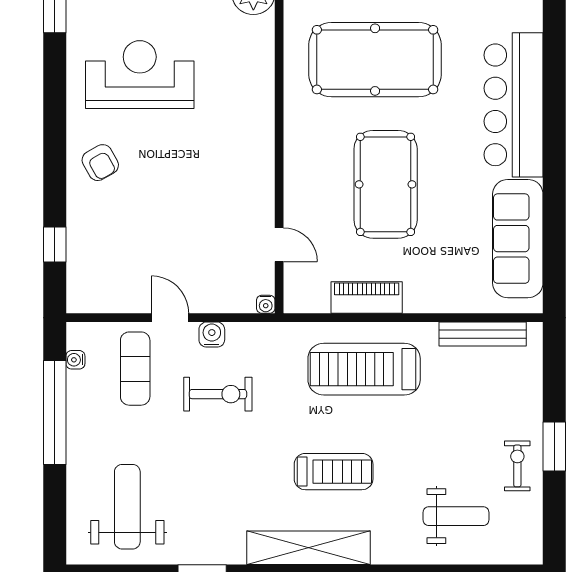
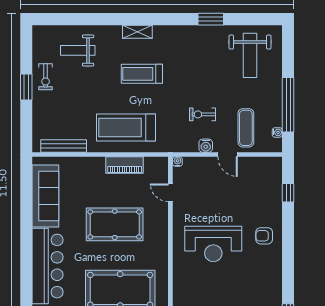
reception desk: (140, 75) -> (213, 244), moved
armchair: (100, 163) -> (264, 236), turned -61
pool table: (386, 184) -> (115, 224), turned 90
treadmill: (364, 369) -> (126, 128), turned 180
exercise bike: (218, 394) -> (202, 114), width x0.73, depth x0.72
shelving: (309, 548) -> (137, 32), width x0.45, depth x0.75

